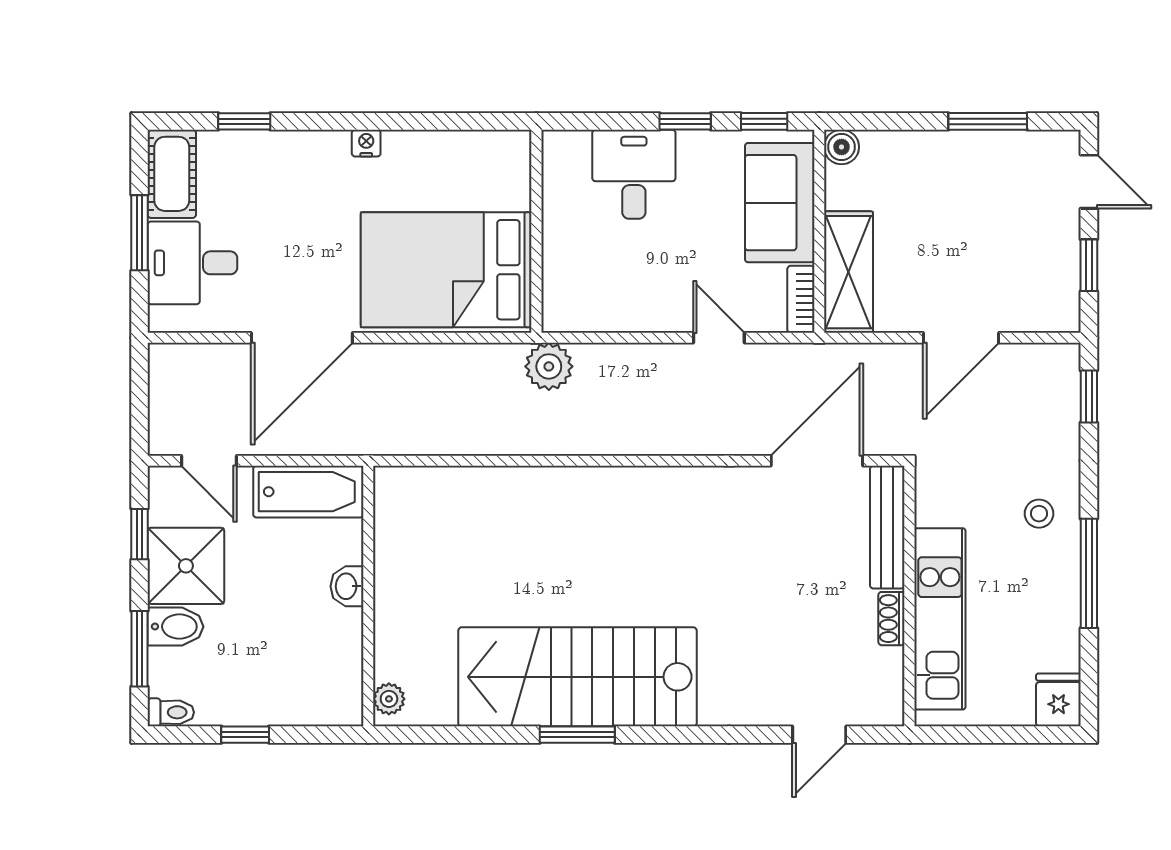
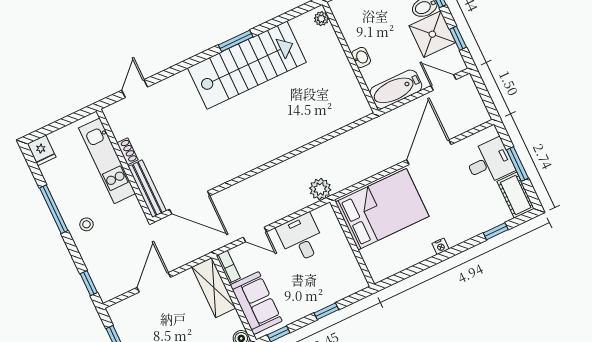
window: (685, 121) -> (326, 311), moved
desk: (634, 174) -> (301, 238), moved, turned 180
door: (817, 461) -> (190, 203), hinge flipped

